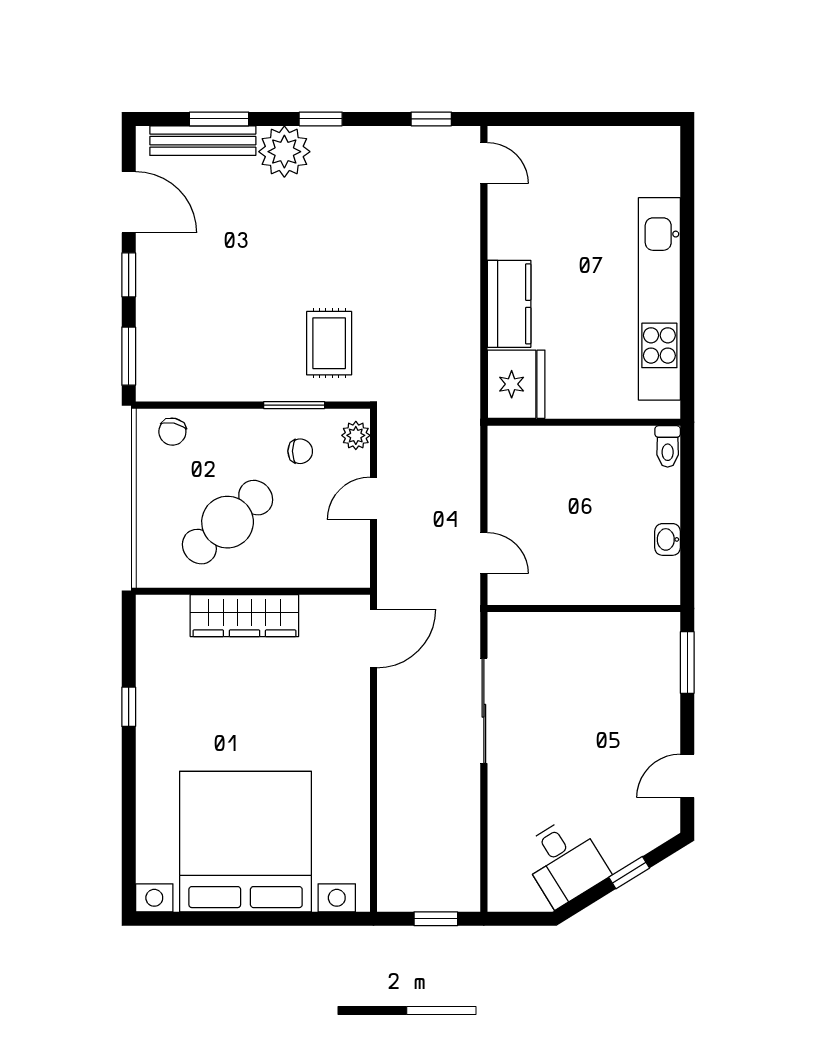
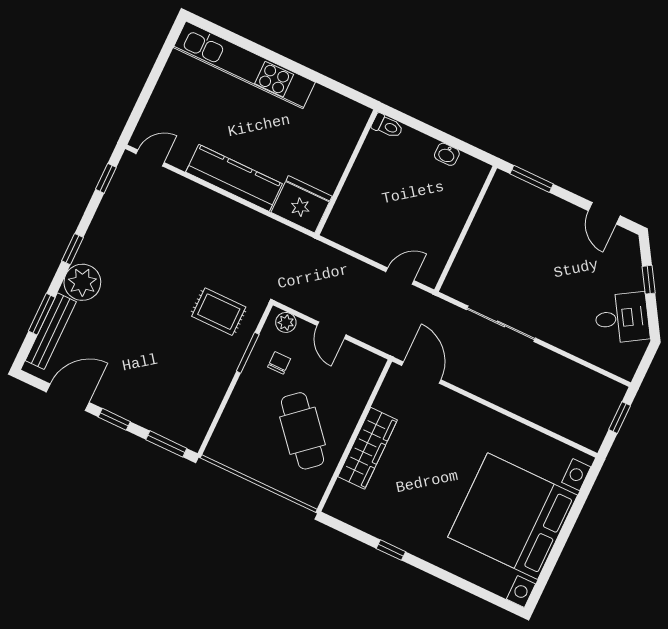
kitchen unit: (659, 299) -> (244, 65), moved
kitchen counter: (509, 304) -> (234, 178), width x1.50
chair: (172, 432) -> (228, 439), removed

